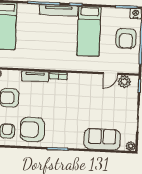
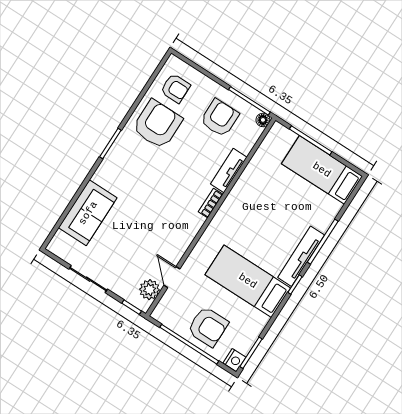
armchair: (126, 38) -> (208, 327), turned 180
plant: (131, 146) -> (55, 247), removed

